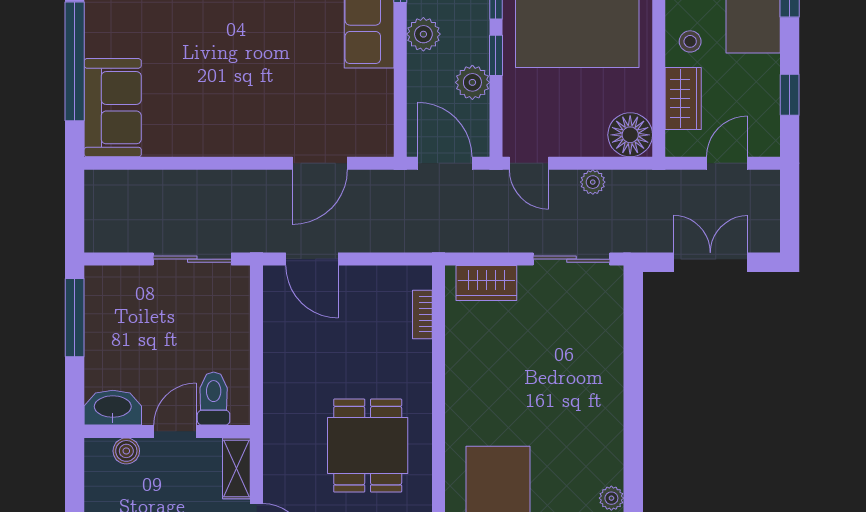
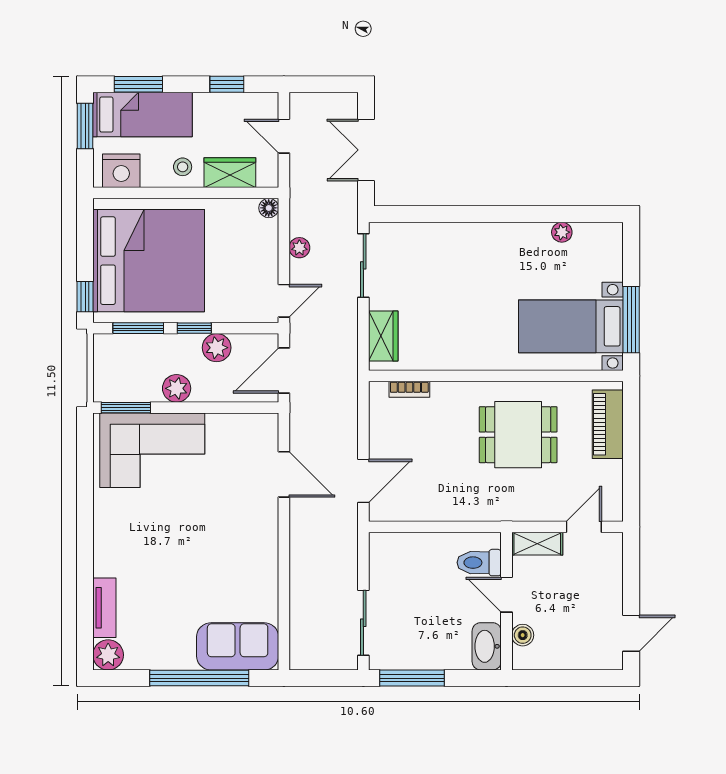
floor lamp: (630, 135) -> (269, 208), width x0.53, depth x0.53
sliding door: (192, 259) -> (363, 623), moved

